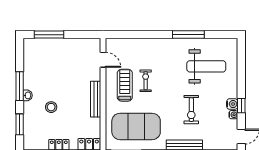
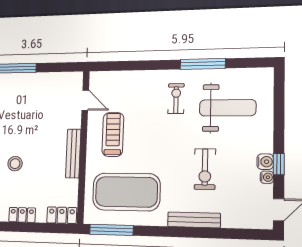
exercise bike: (146, 81) -> (176, 99), moved

